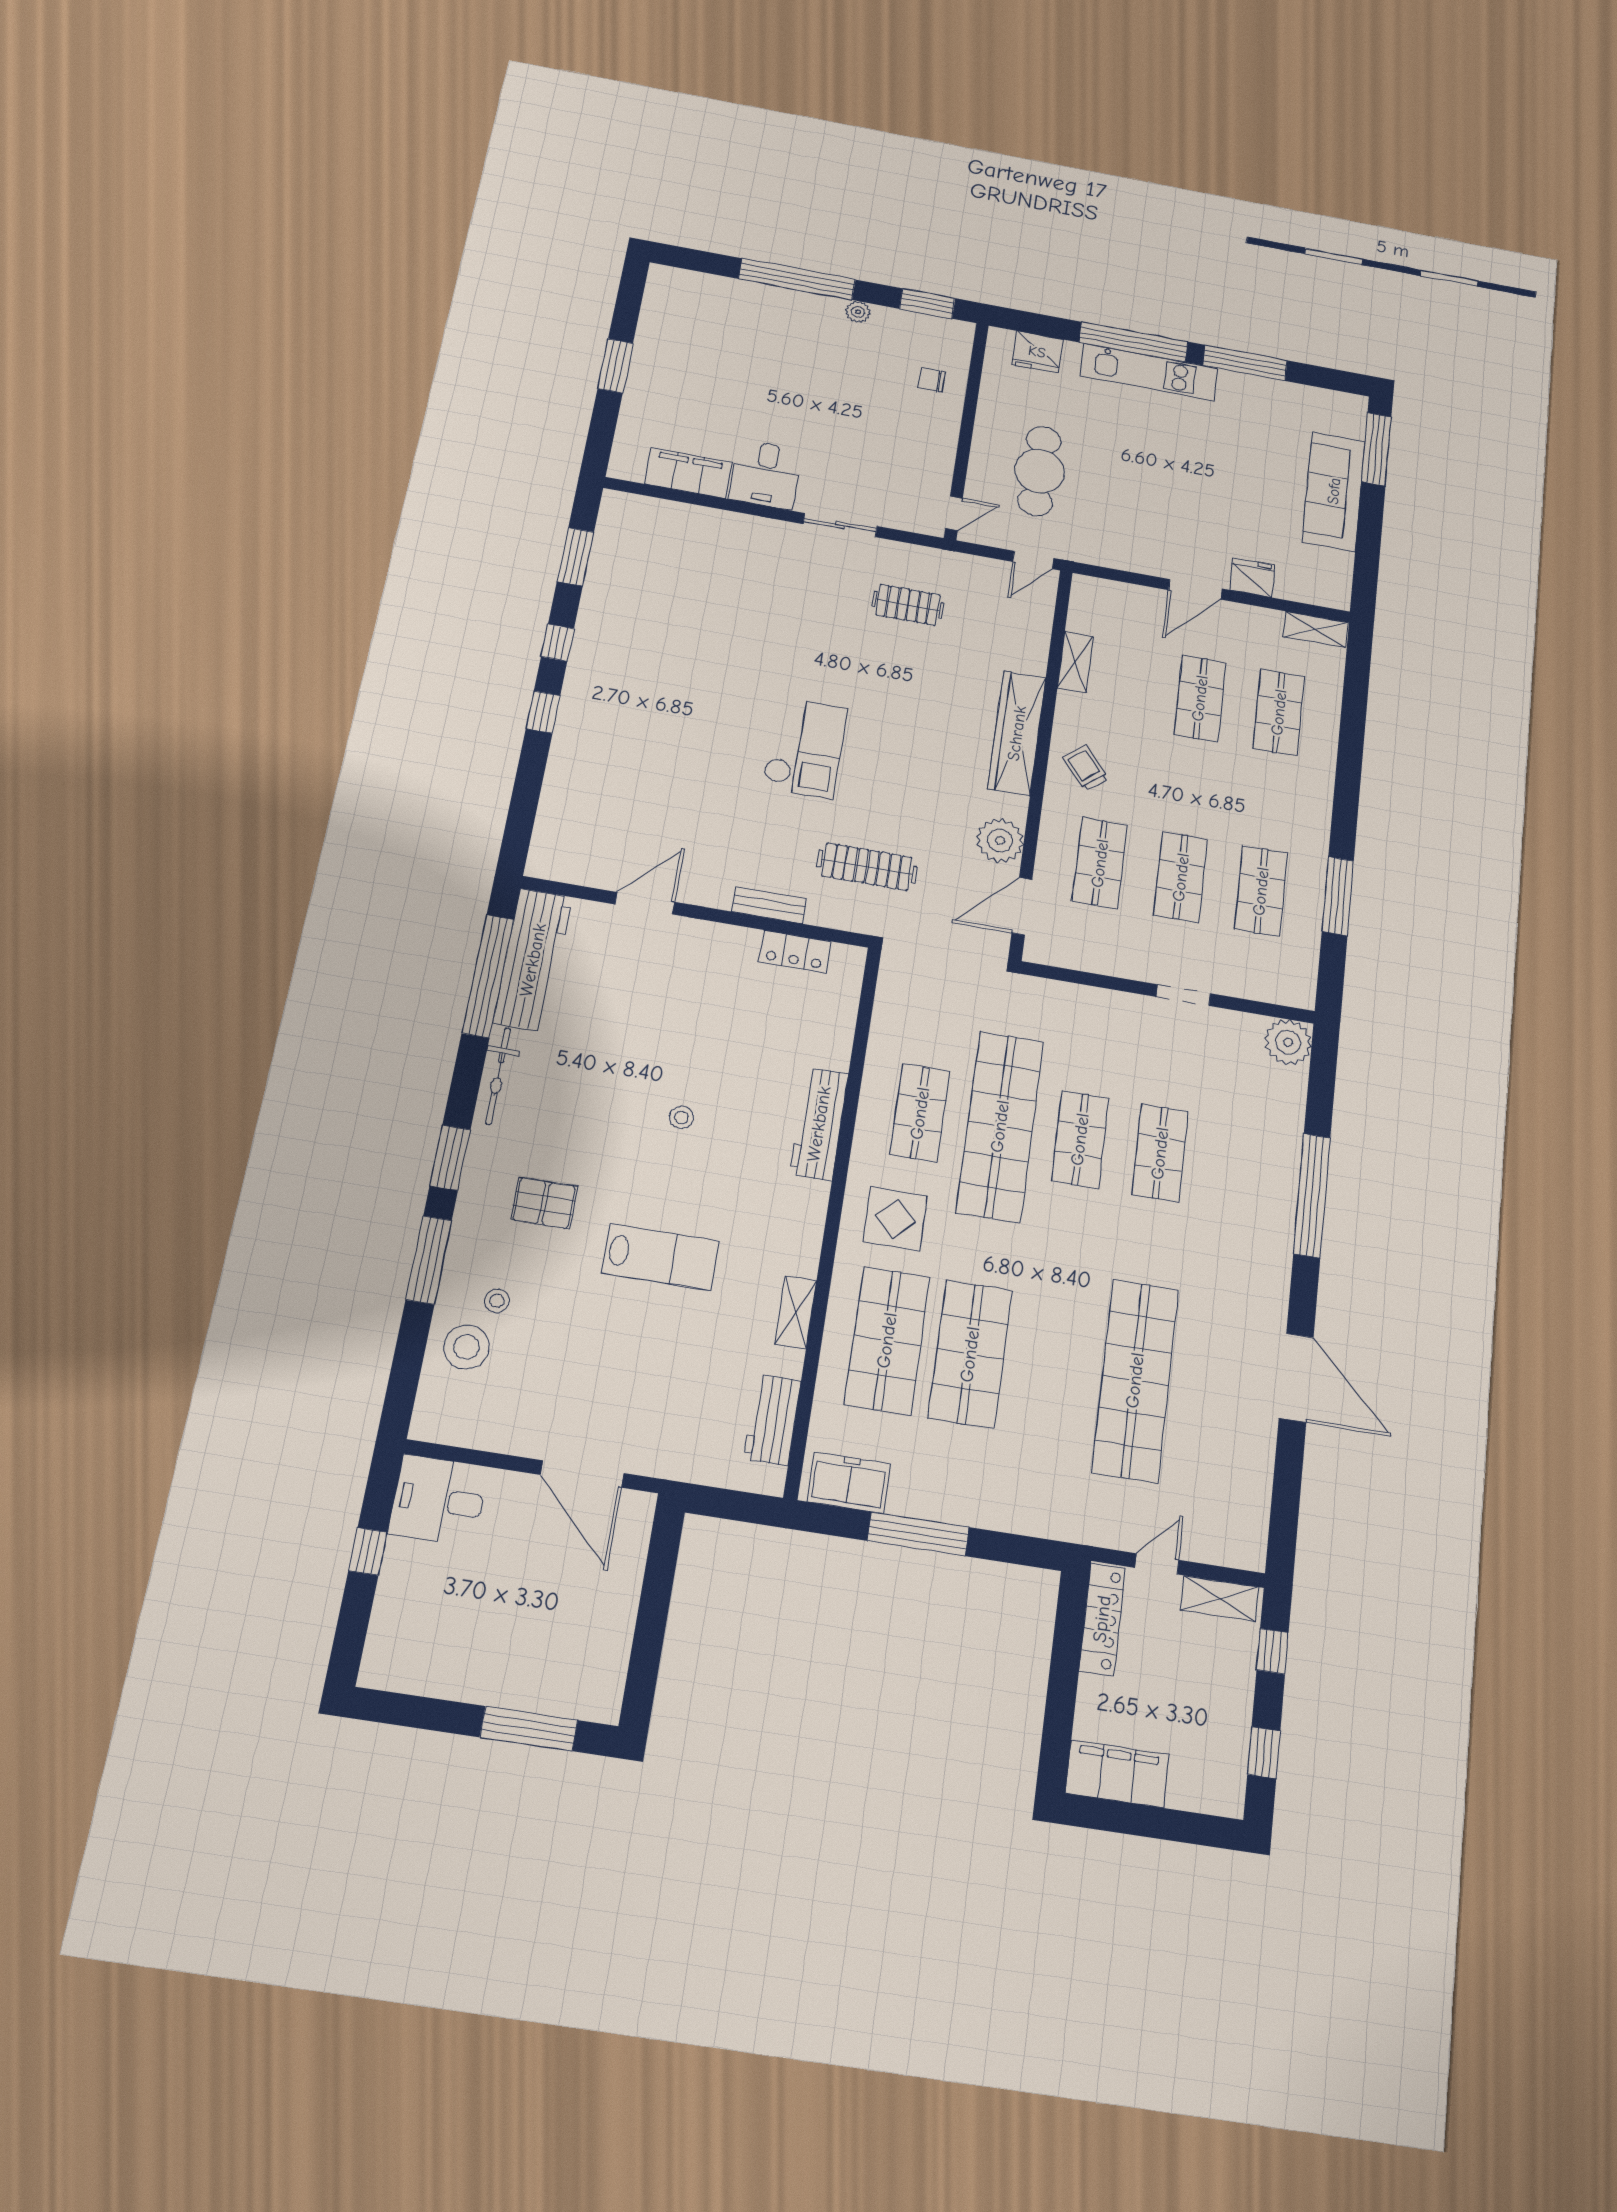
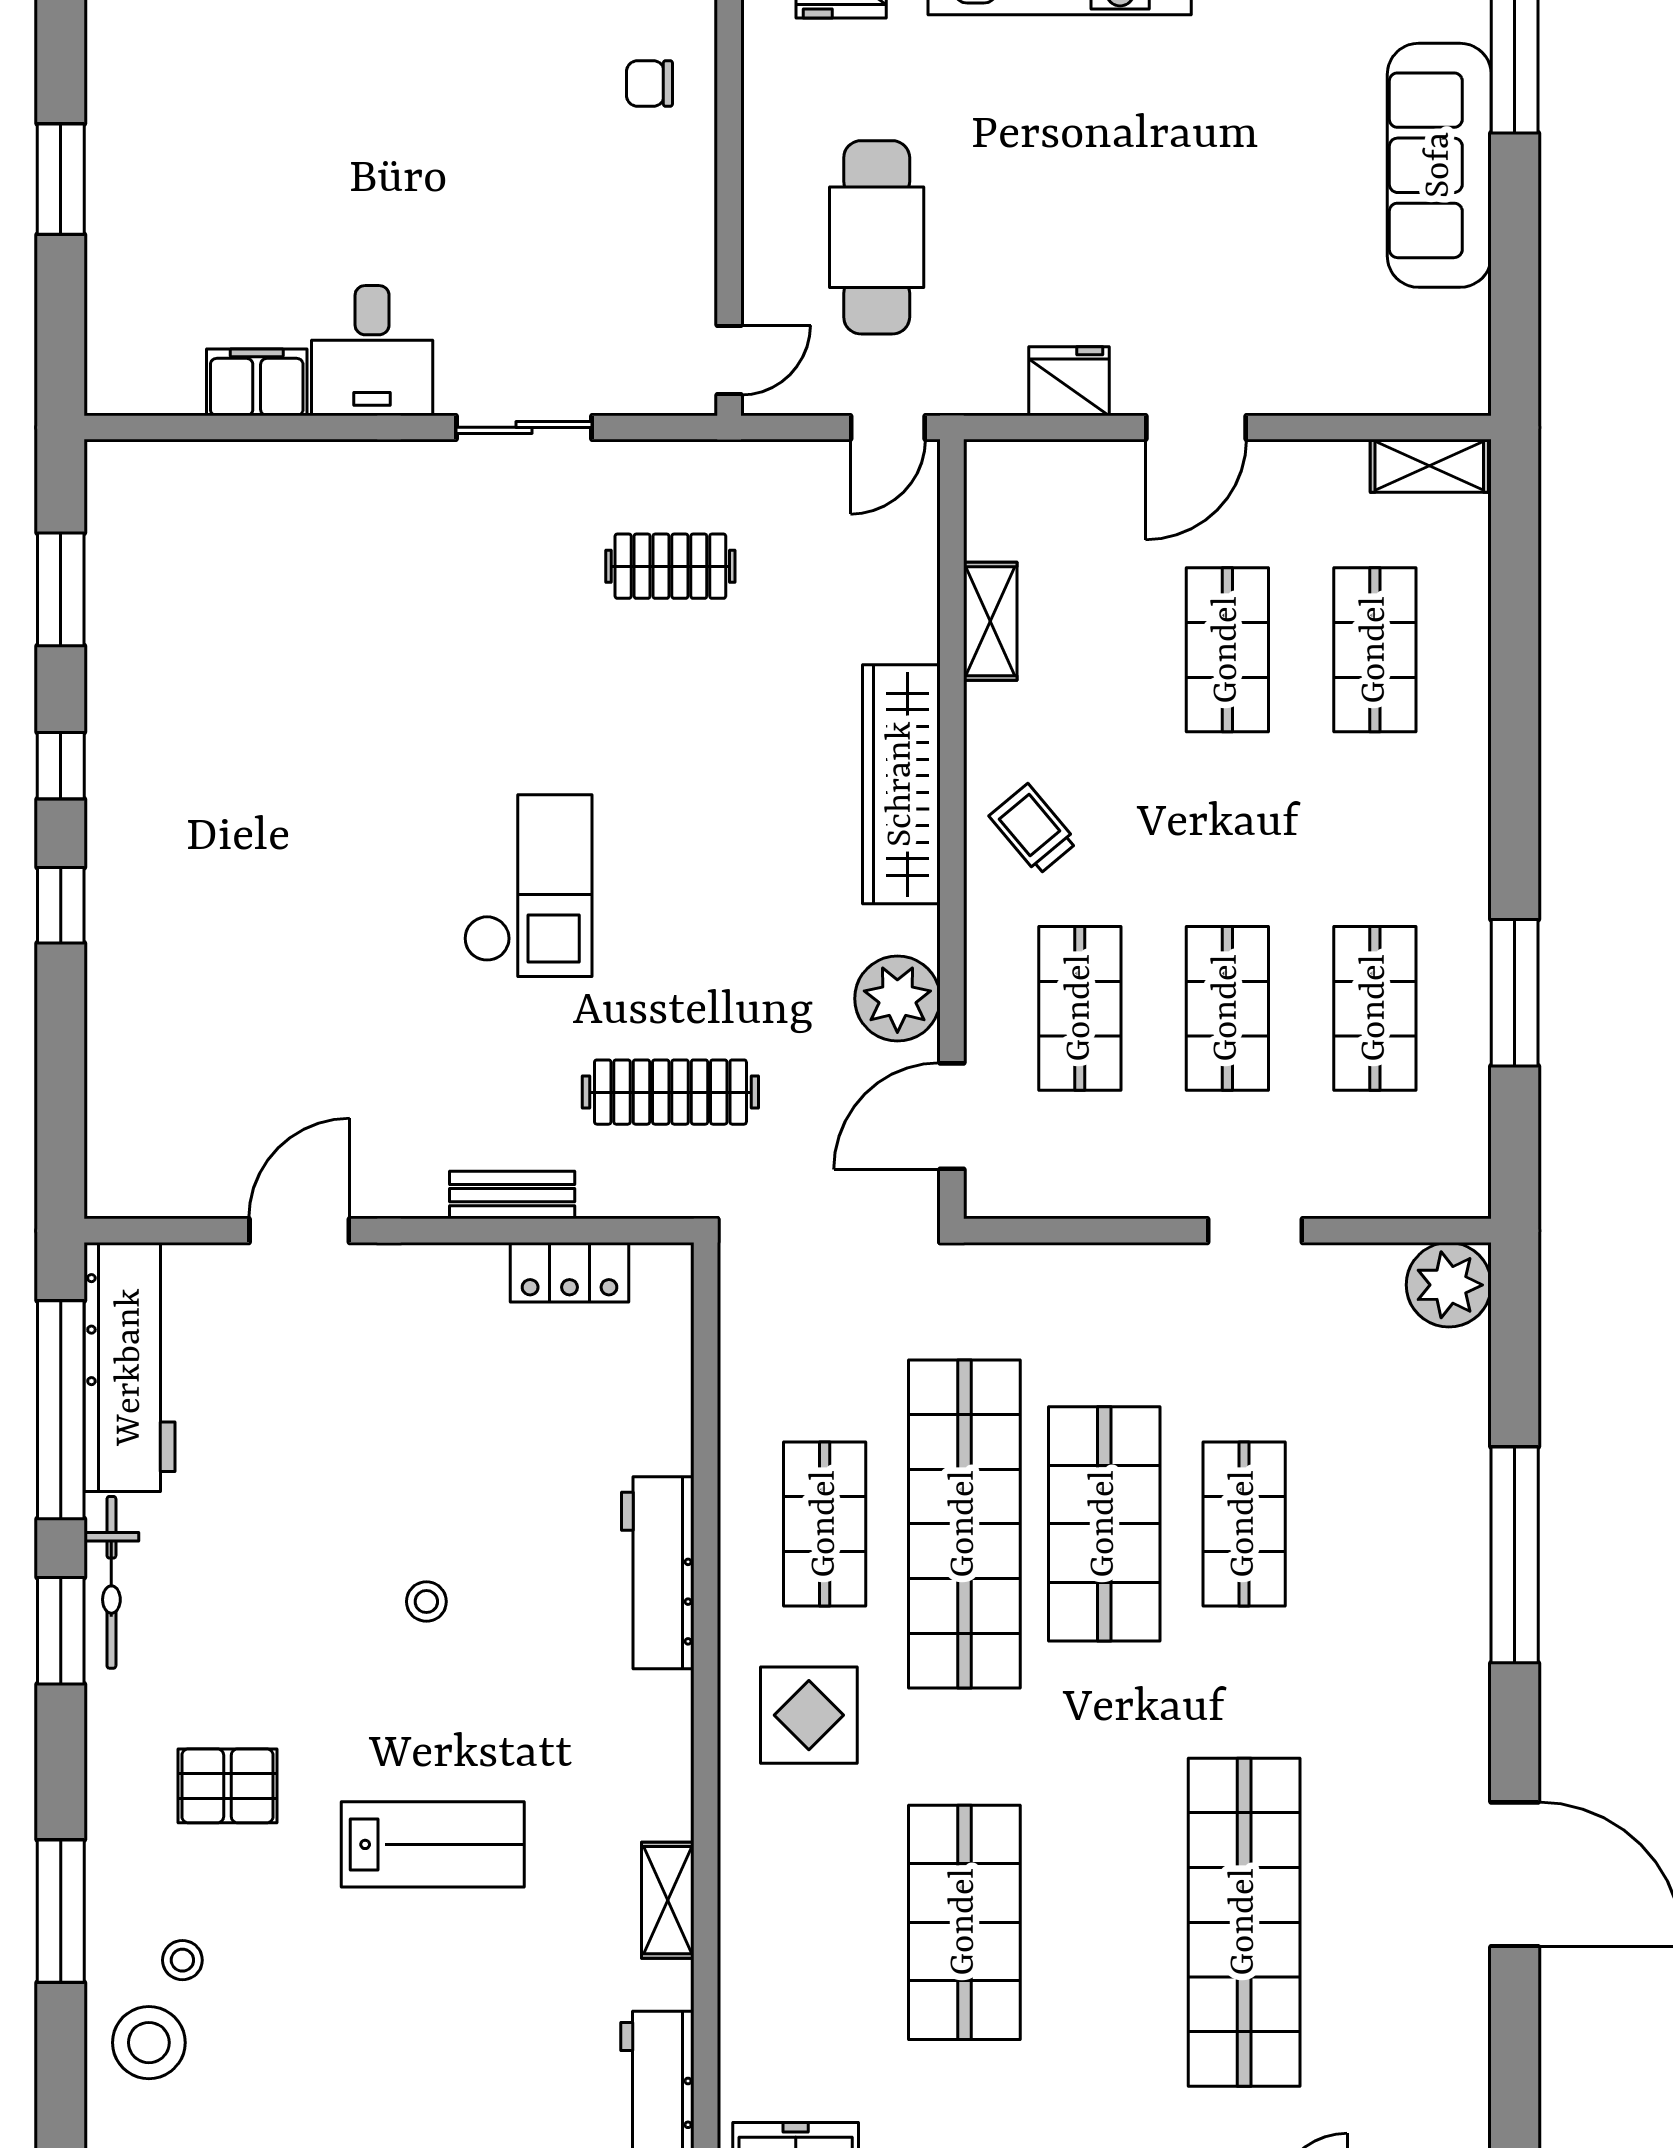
filing cabinet: (688, 473) -> (257, 382), width x0.67, depth x0.86
fridge: (1252, 578) -> (1069, 381), moved
shop shelf: (1080, 1139) -> (1104, 1524), width x1.43, depth x1.36
window: (450, 1158) -> (61, 1631), moved
shop shelf: (887, 1340) -> (825, 1922), removed

